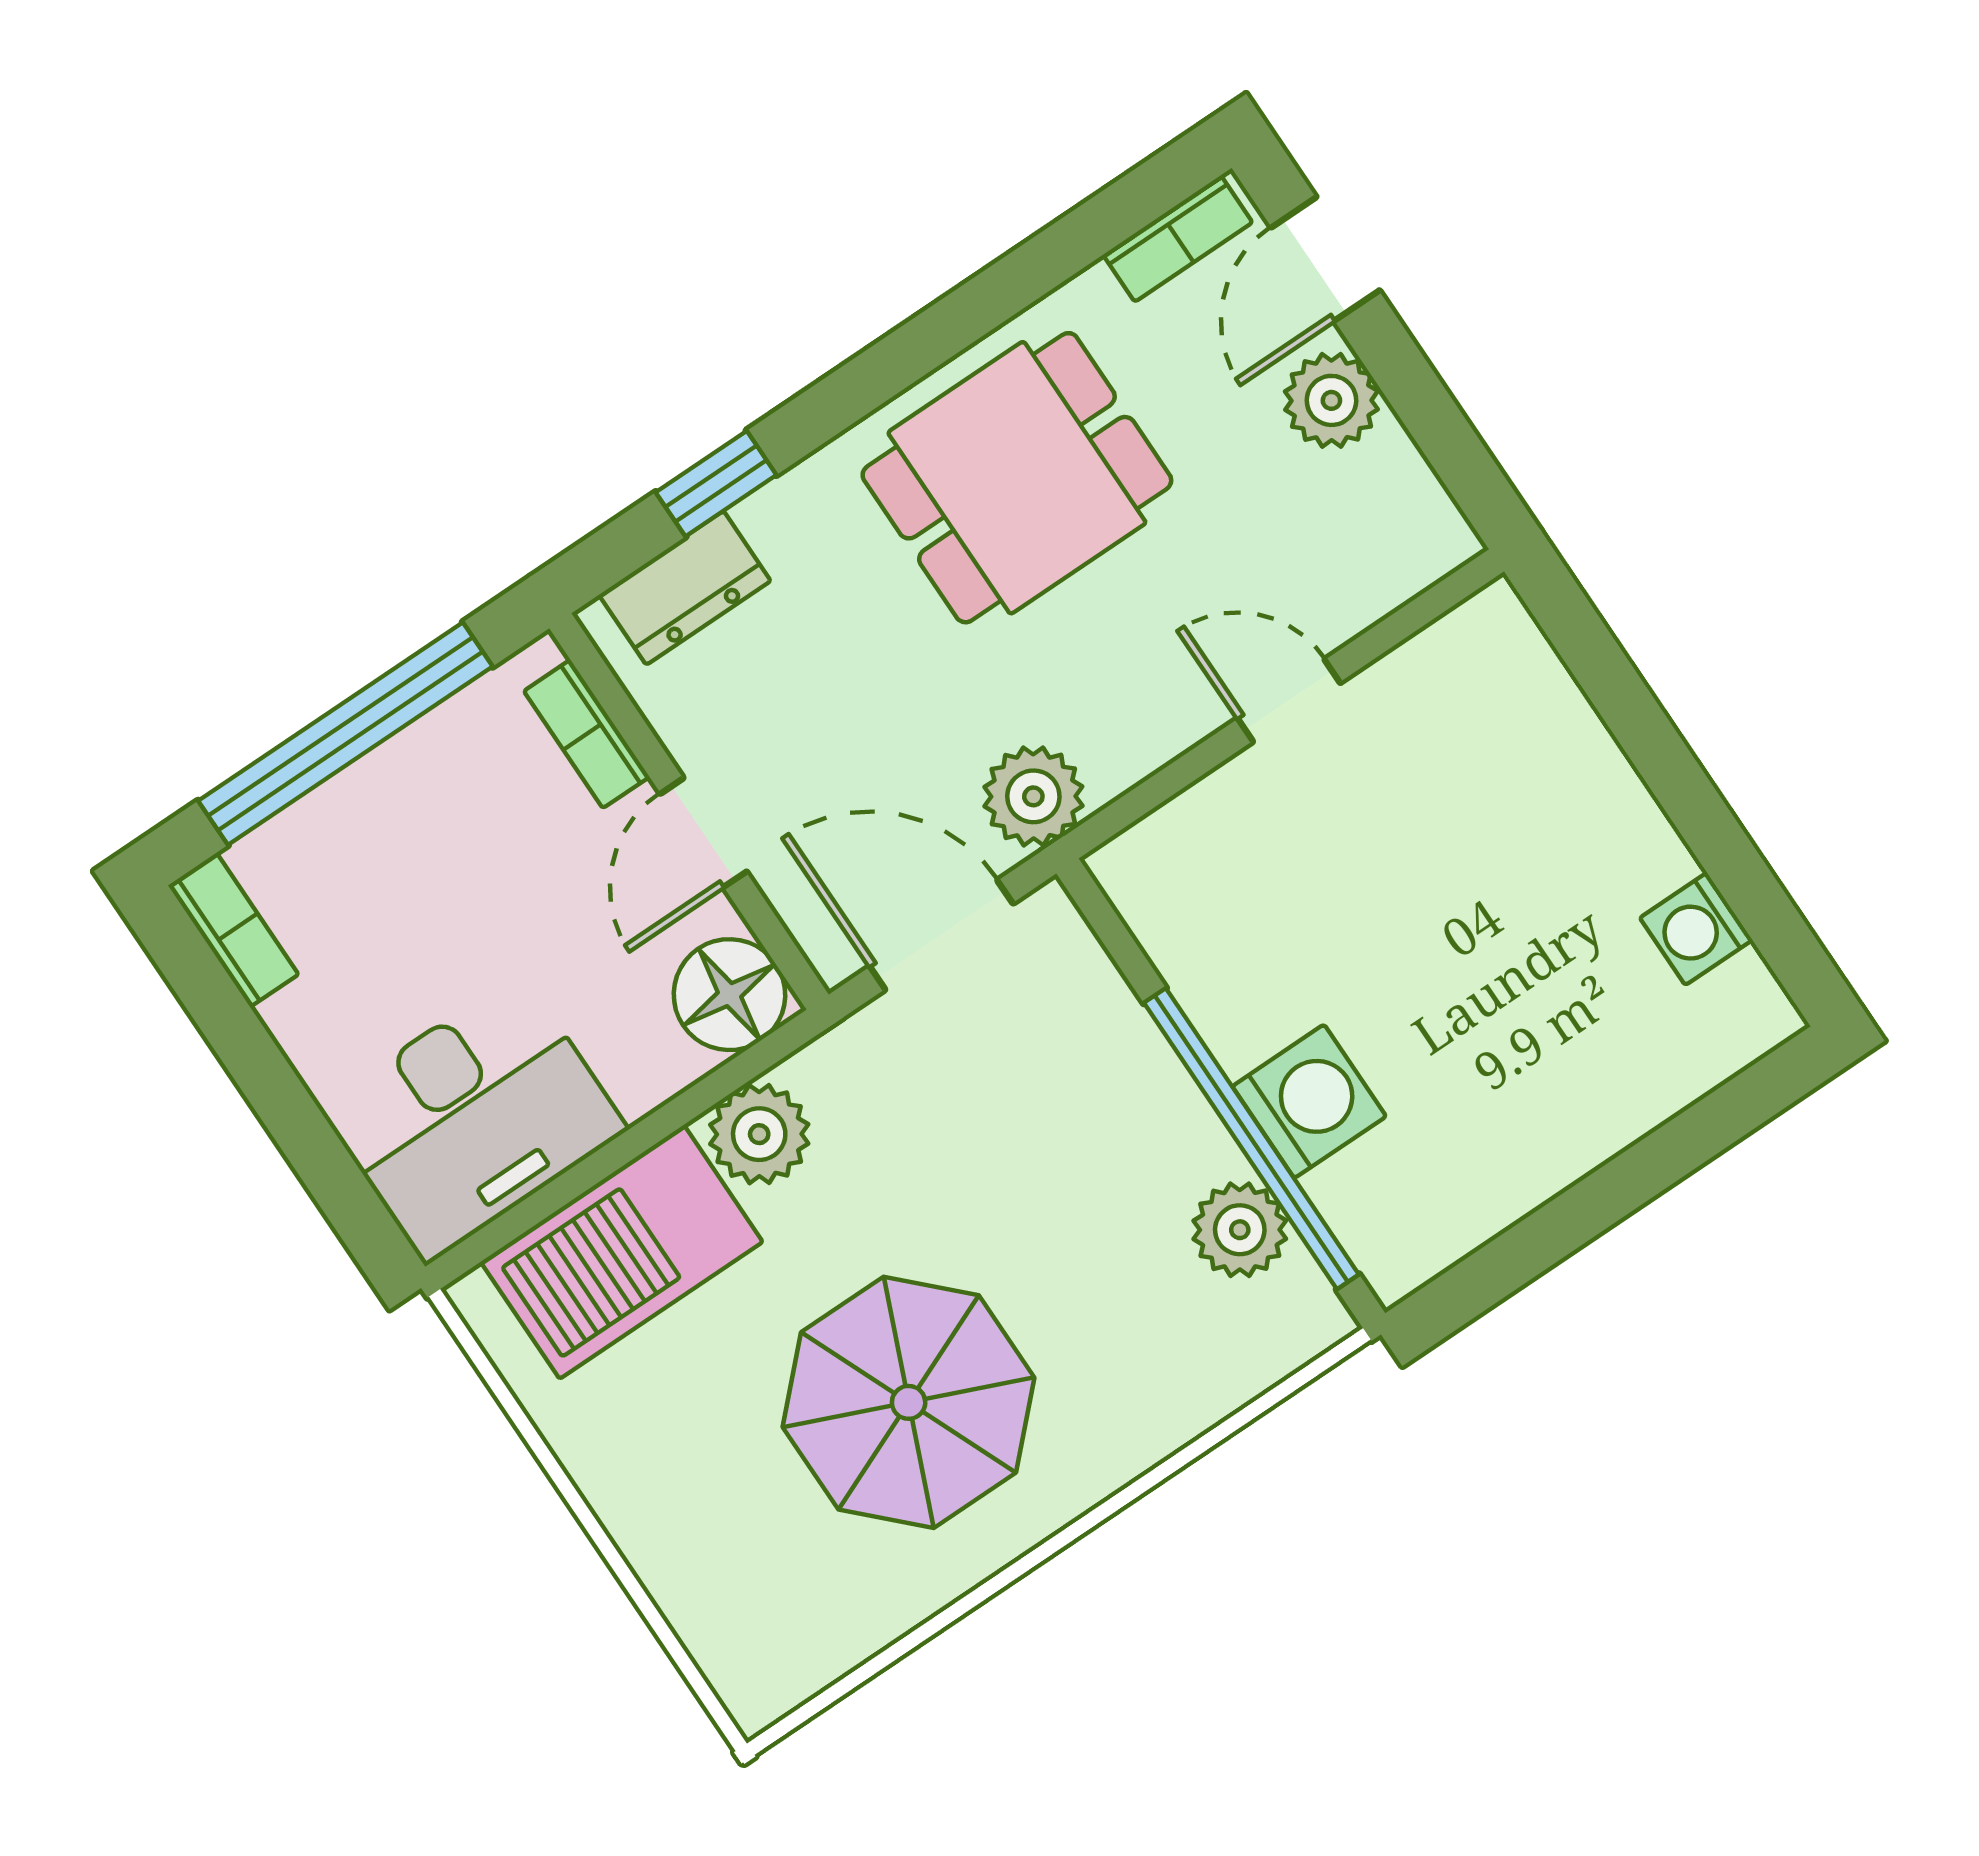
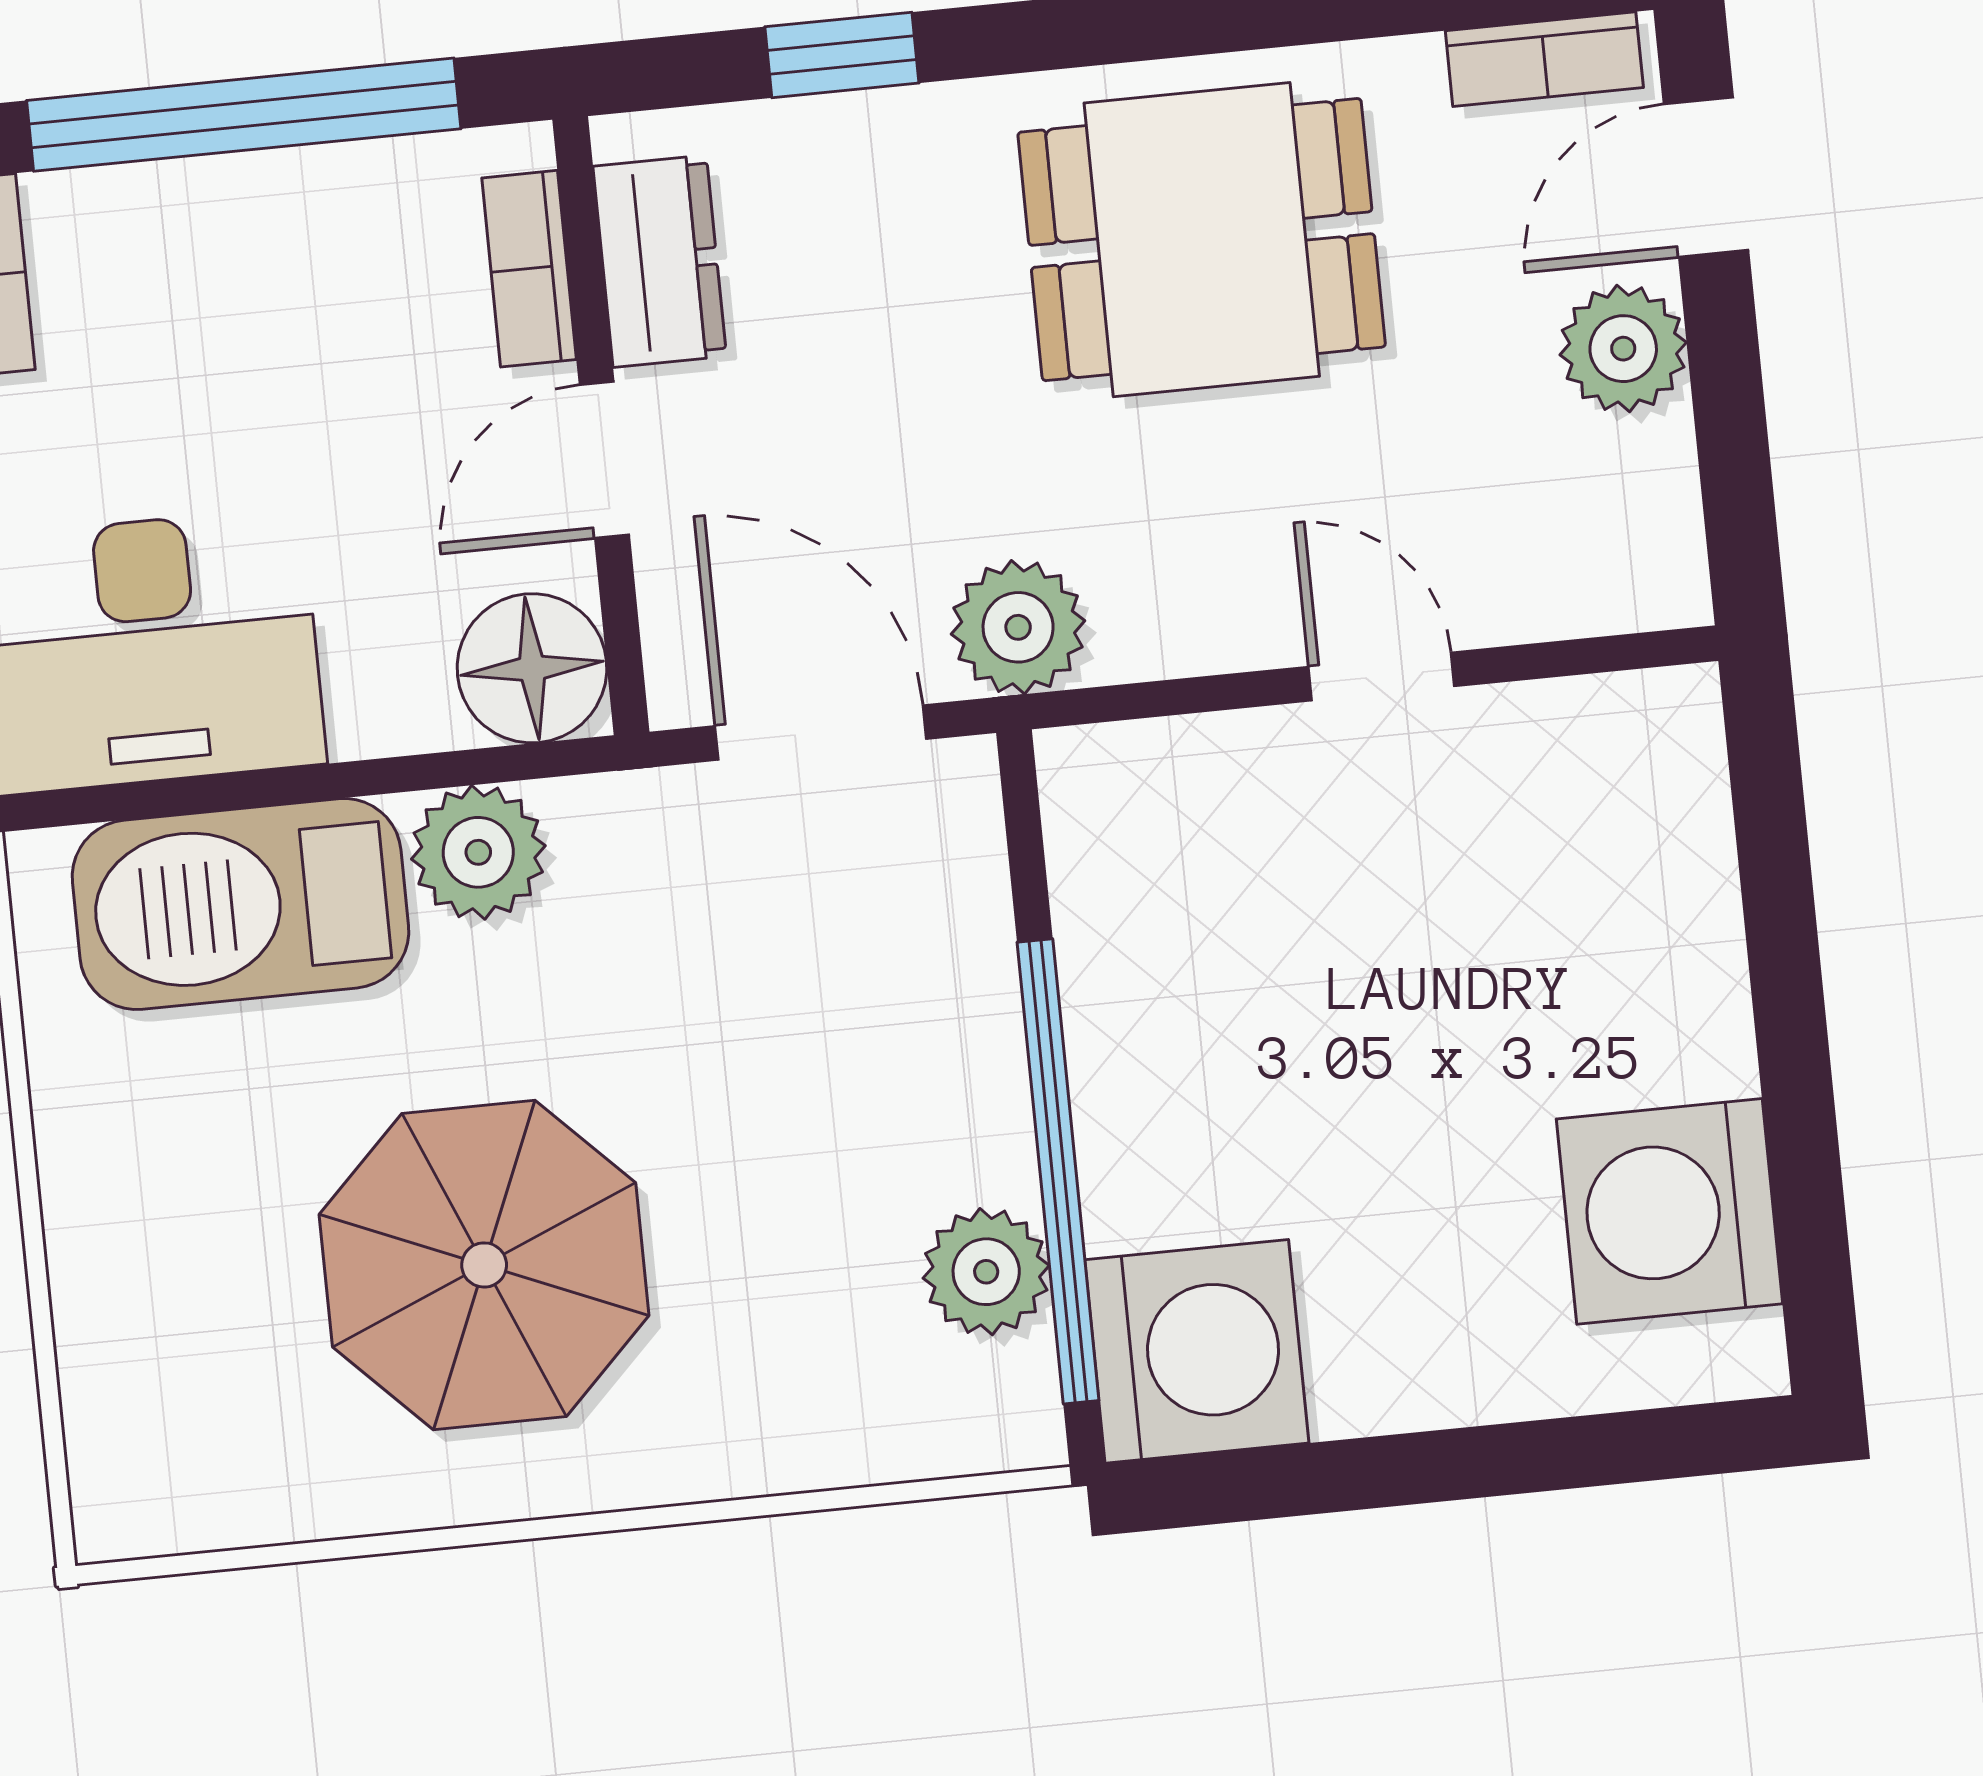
dresser: (685, 588) -> (660, 261), moved, turned -90
washing machine: (1696, 929) -> (1670, 1211), width x1.89, depth x1.89
washing machine: (1309, 1101) -> (1197, 1351), moved, width x1.37, depth x1.37

